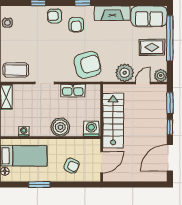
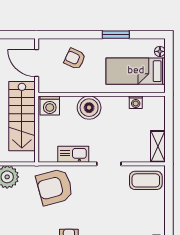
door: (102, 162) -> (37, 63), hinge flipped

